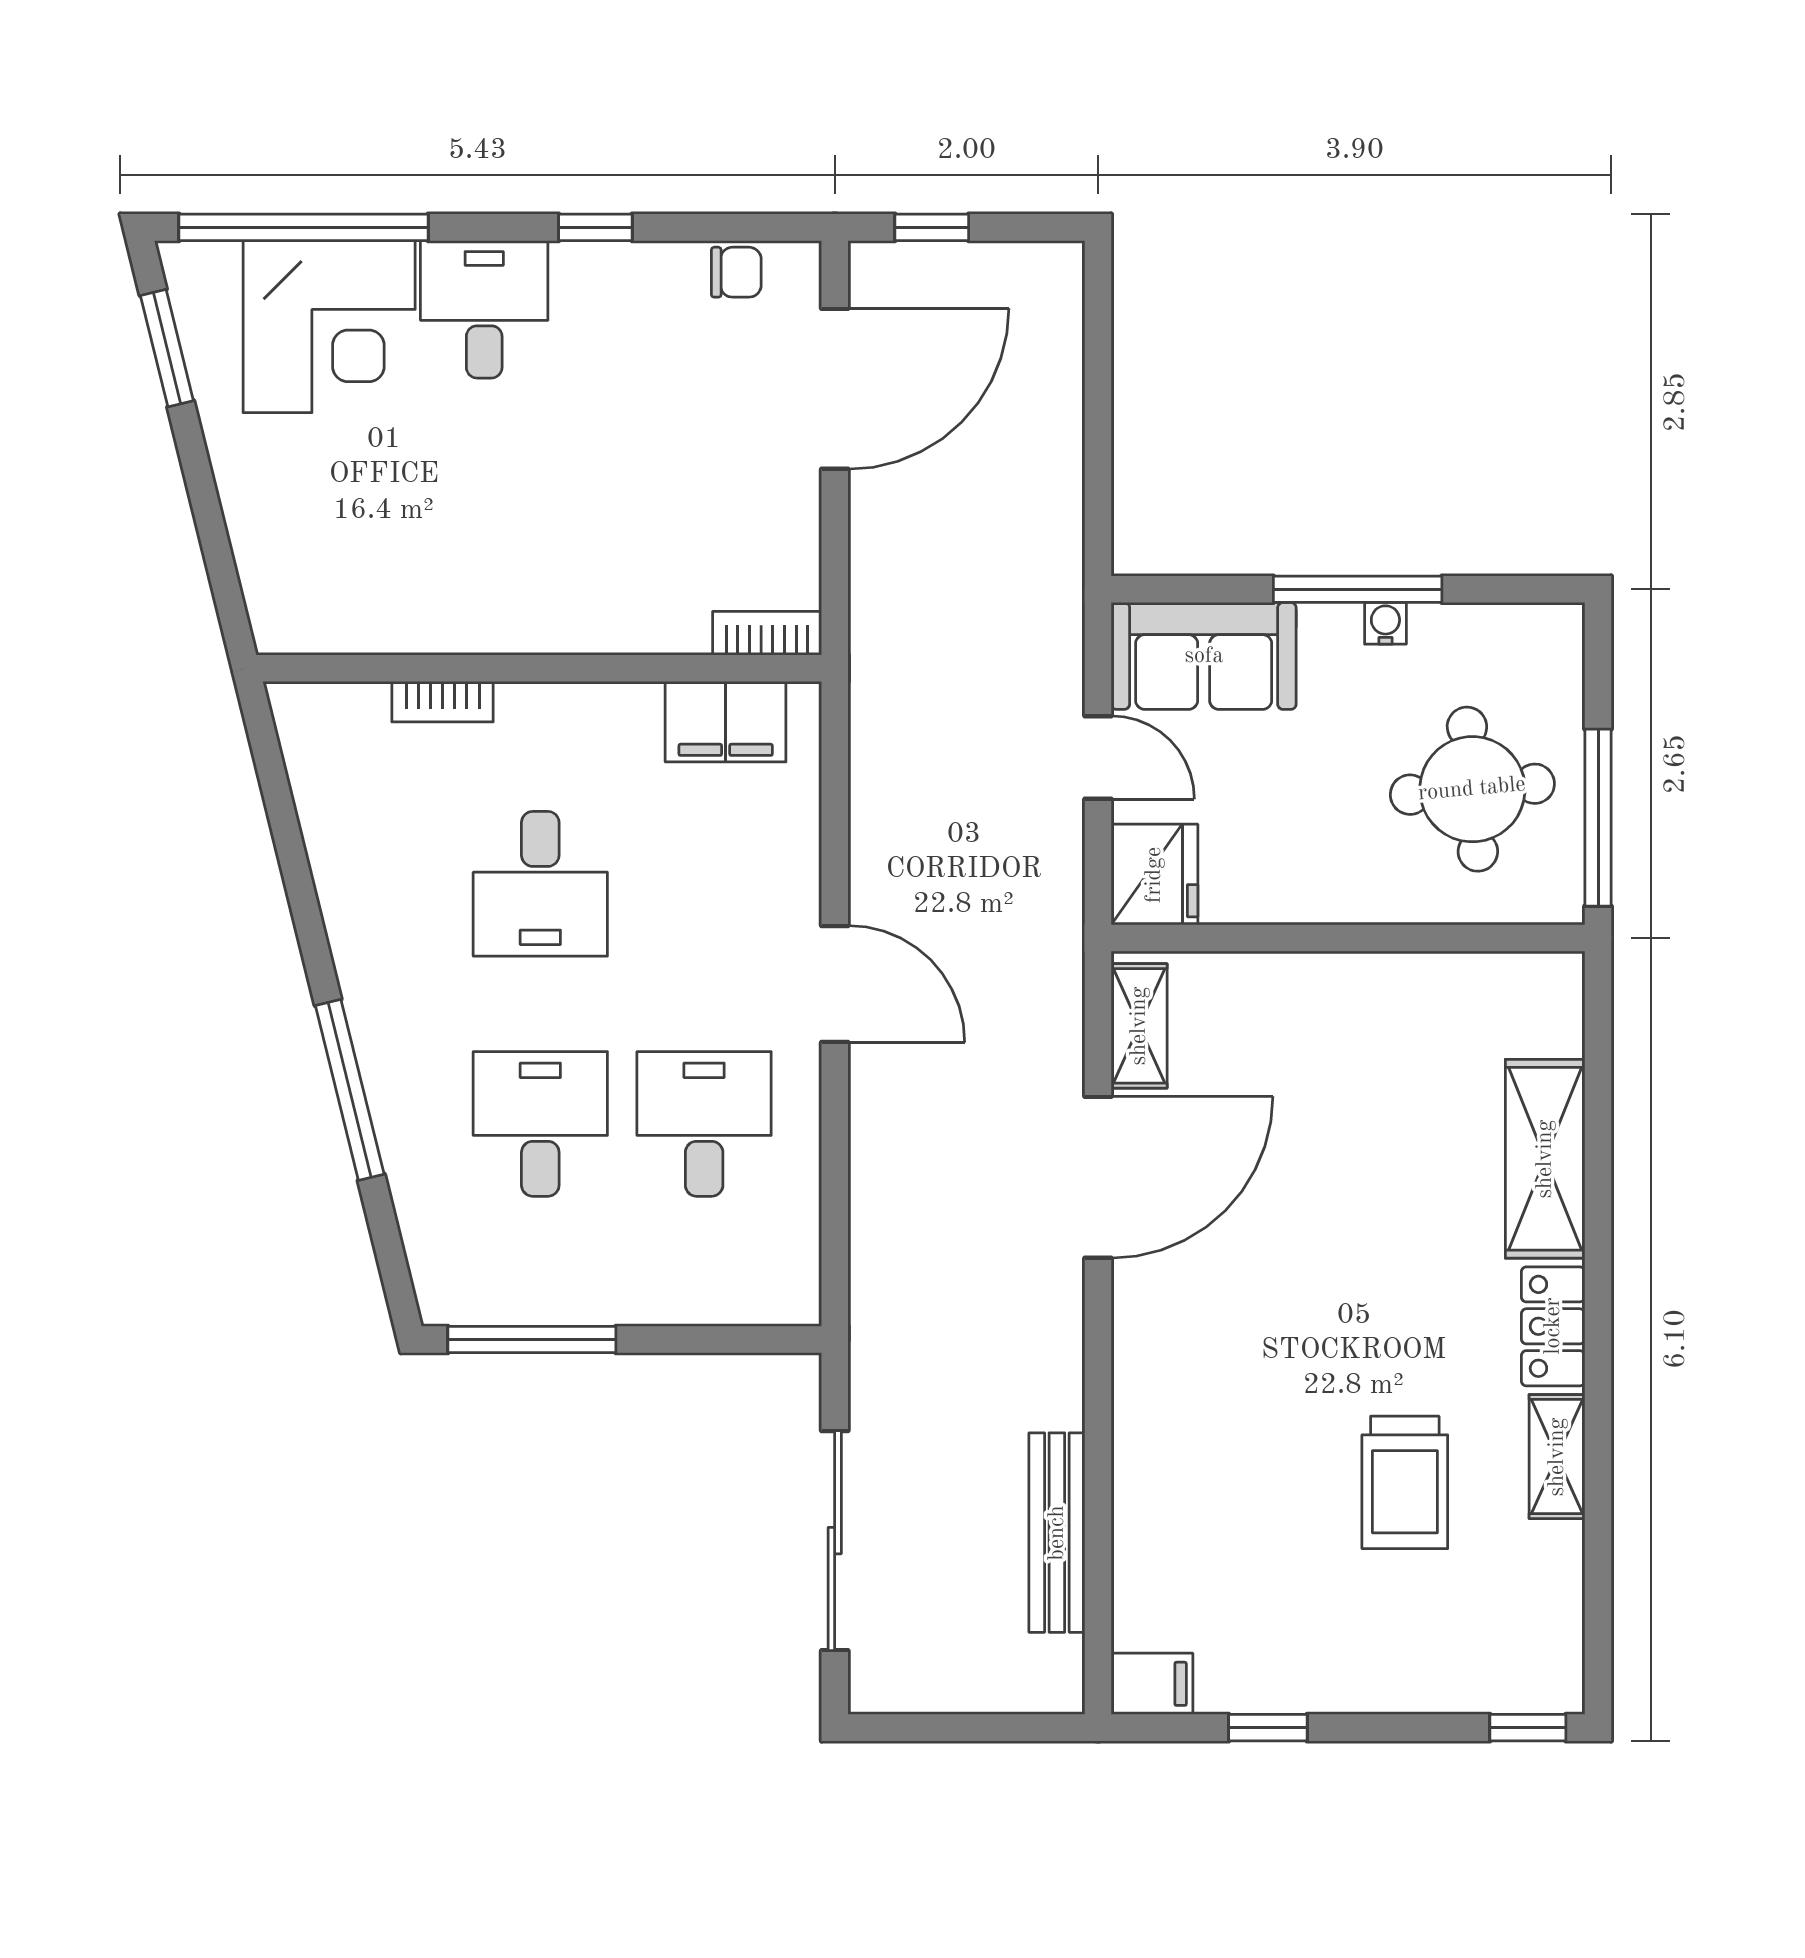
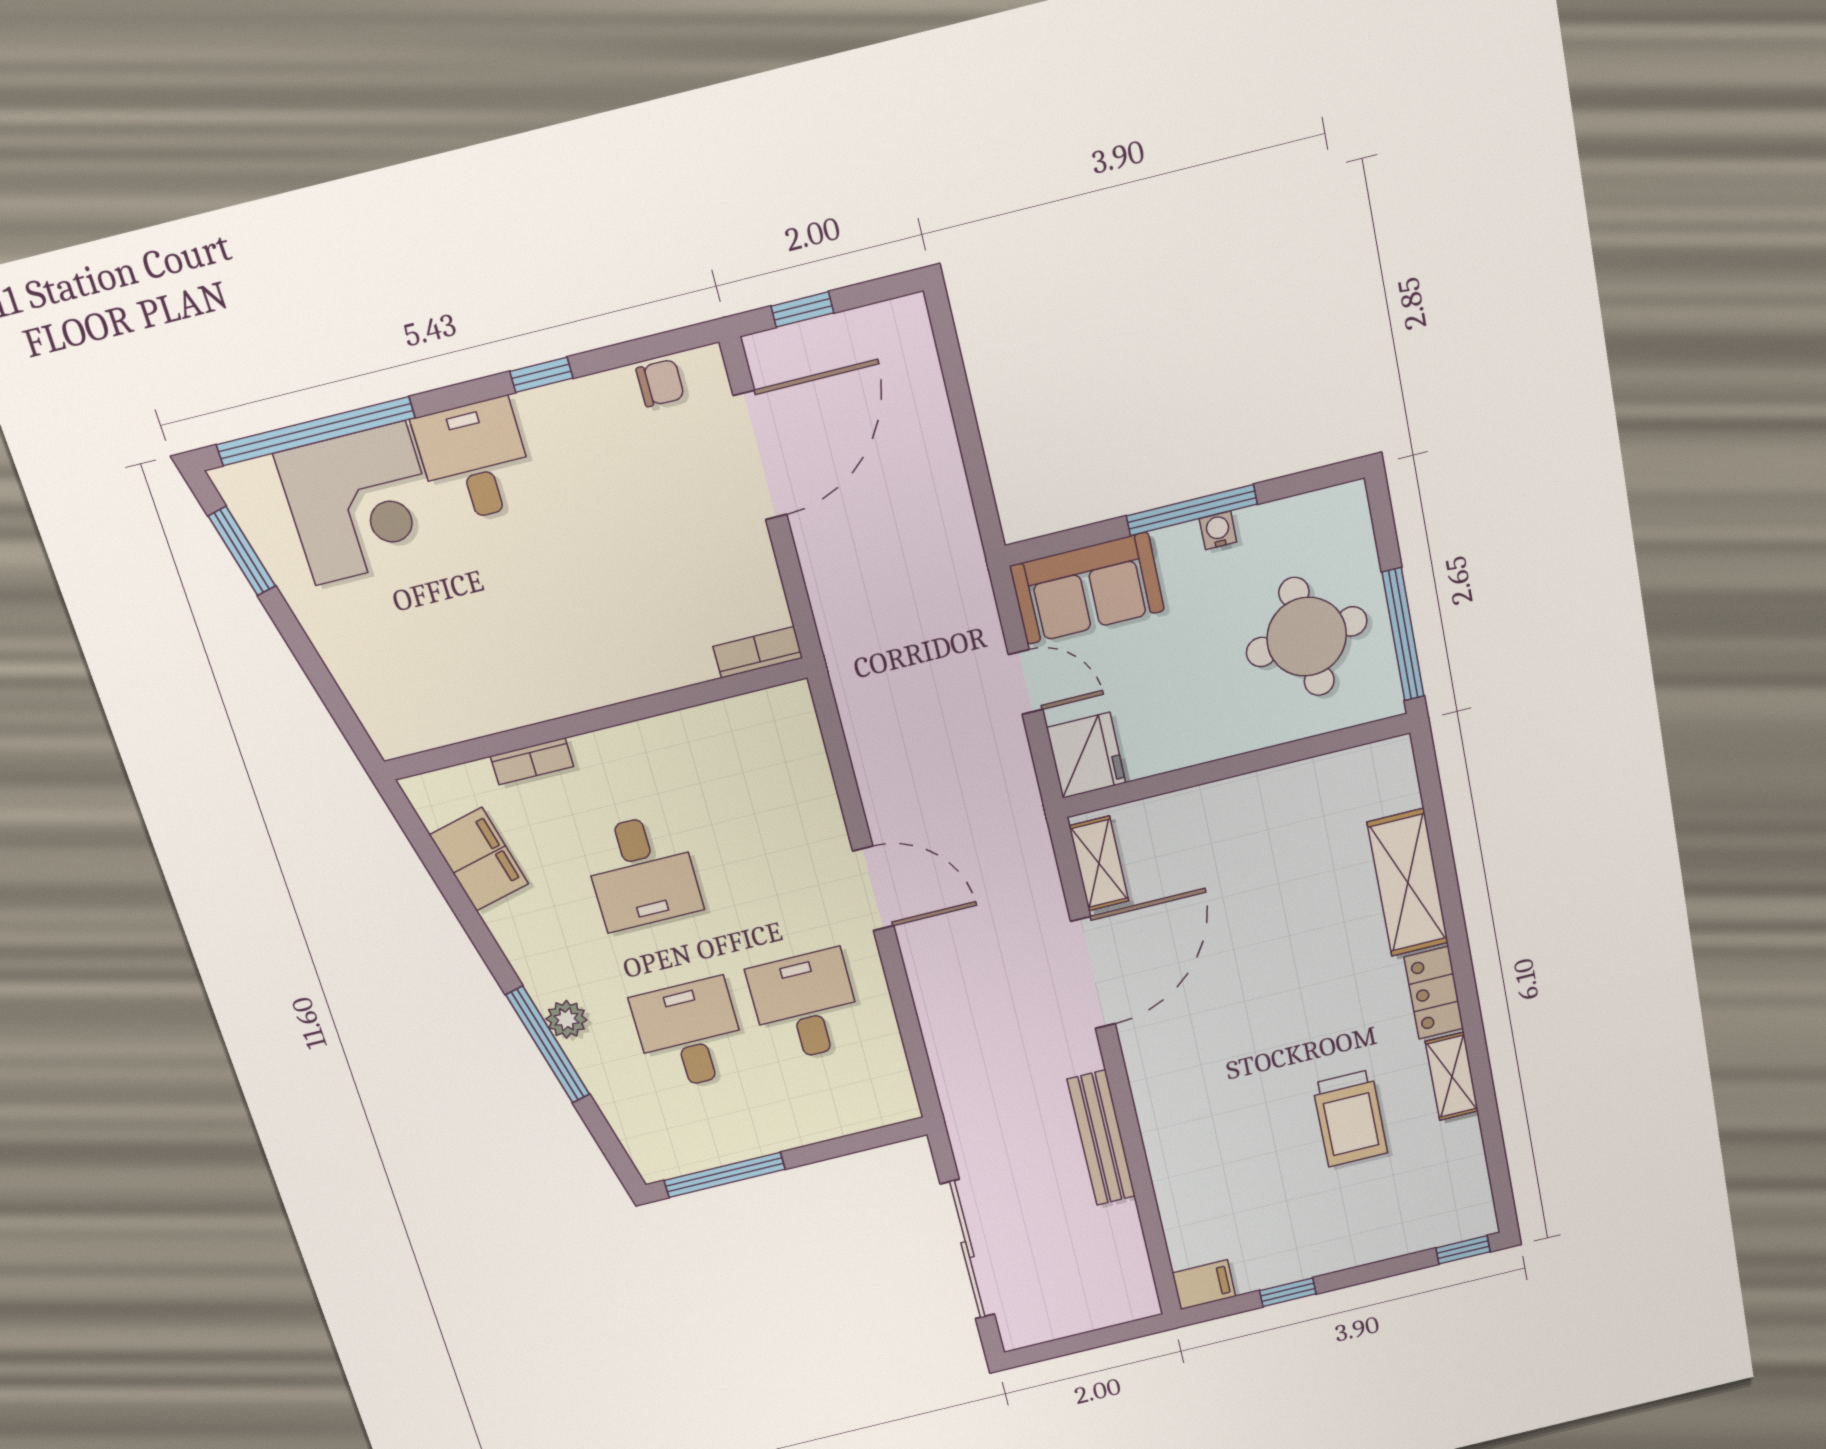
filing cabinet: (726, 722) -> (479, 859), moved, turned -104
plant: (385, 1061) -> (566, 1019), added
bench: (1057, 1533) -> (1101, 1138), moved

